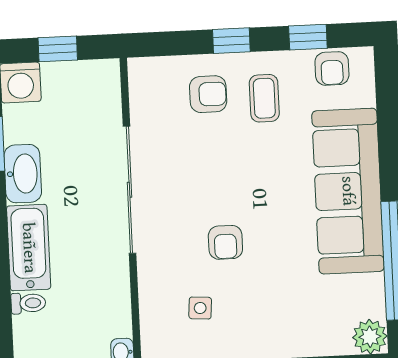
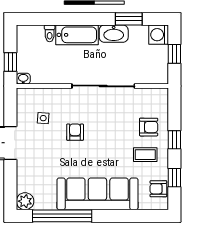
armchair: (208, 94) -> (149, 127), turned -90
armchair: (225, 242) -> (75, 132), turned 90

